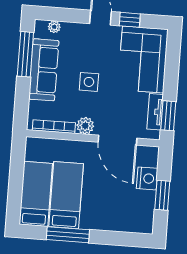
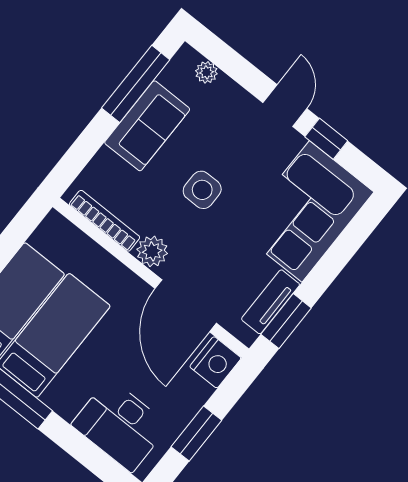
sofa: (44, 70) -> (147, 126), width x0.73
nightstand: (147, 178) -> (215, 362), moved
desk: (125, 215) -> (120, 425), added

